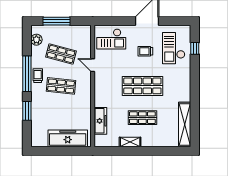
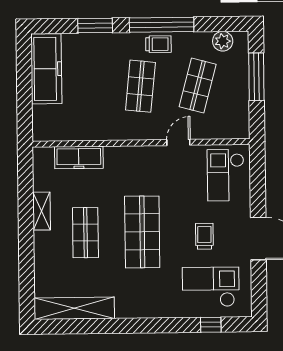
freezer: (68, 138) -> (46, 69), moved

